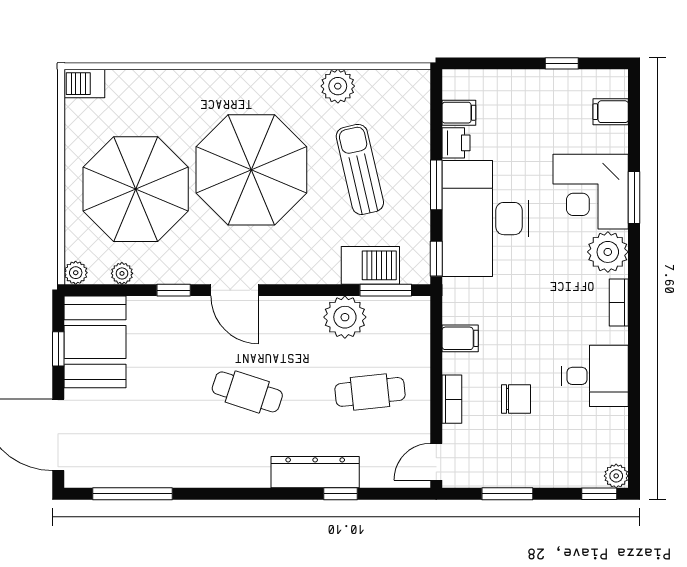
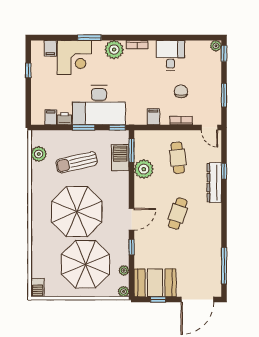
plant: (338, 86) -> (39, 154), moved
corner desk: (591, 192) -> (74, 57), moved

